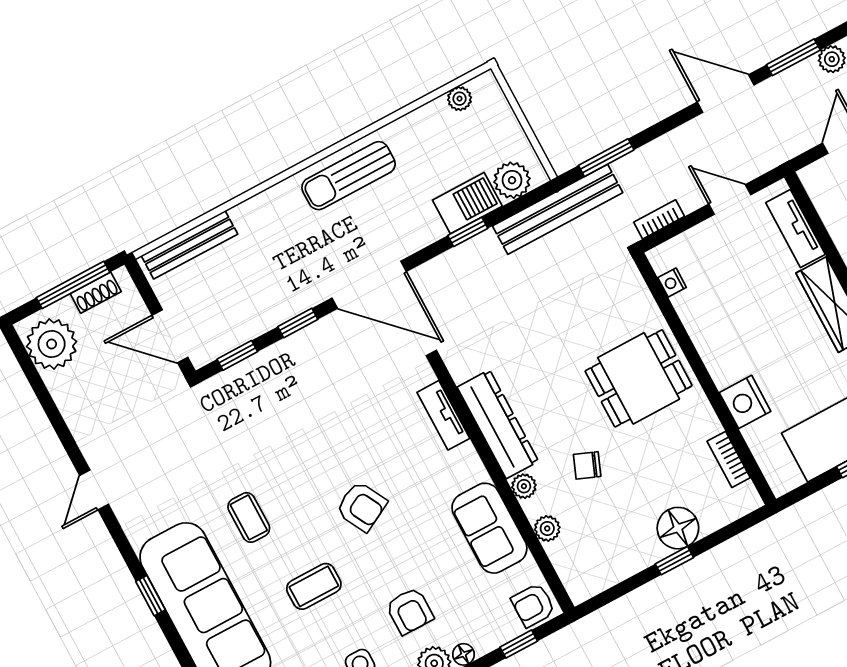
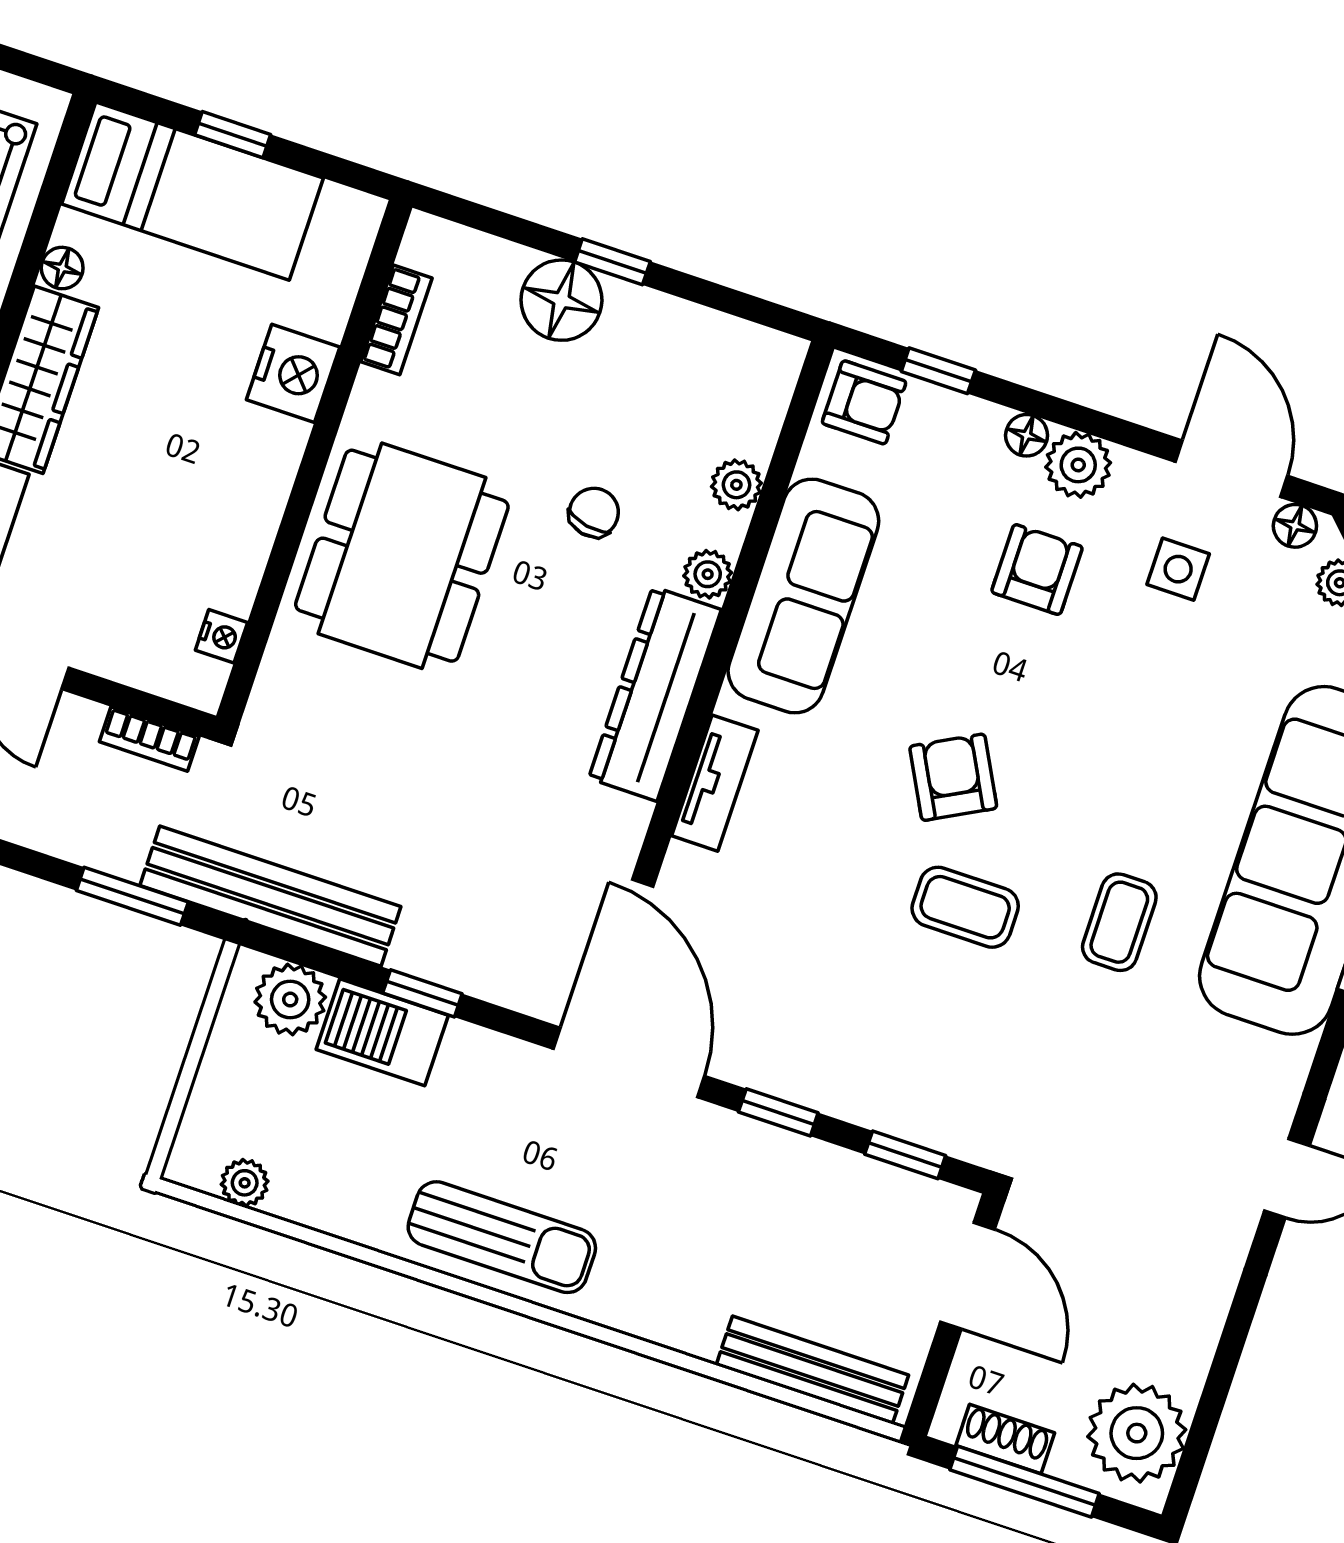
dining table: (639, 378) -> (402, 556), width x1.38
chair: (587, 465) -> (594, 512), turned -101
sofa: (489, 528) -> (803, 596), width x1.36
coffee table: (314, 586) -> (965, 907), moved

